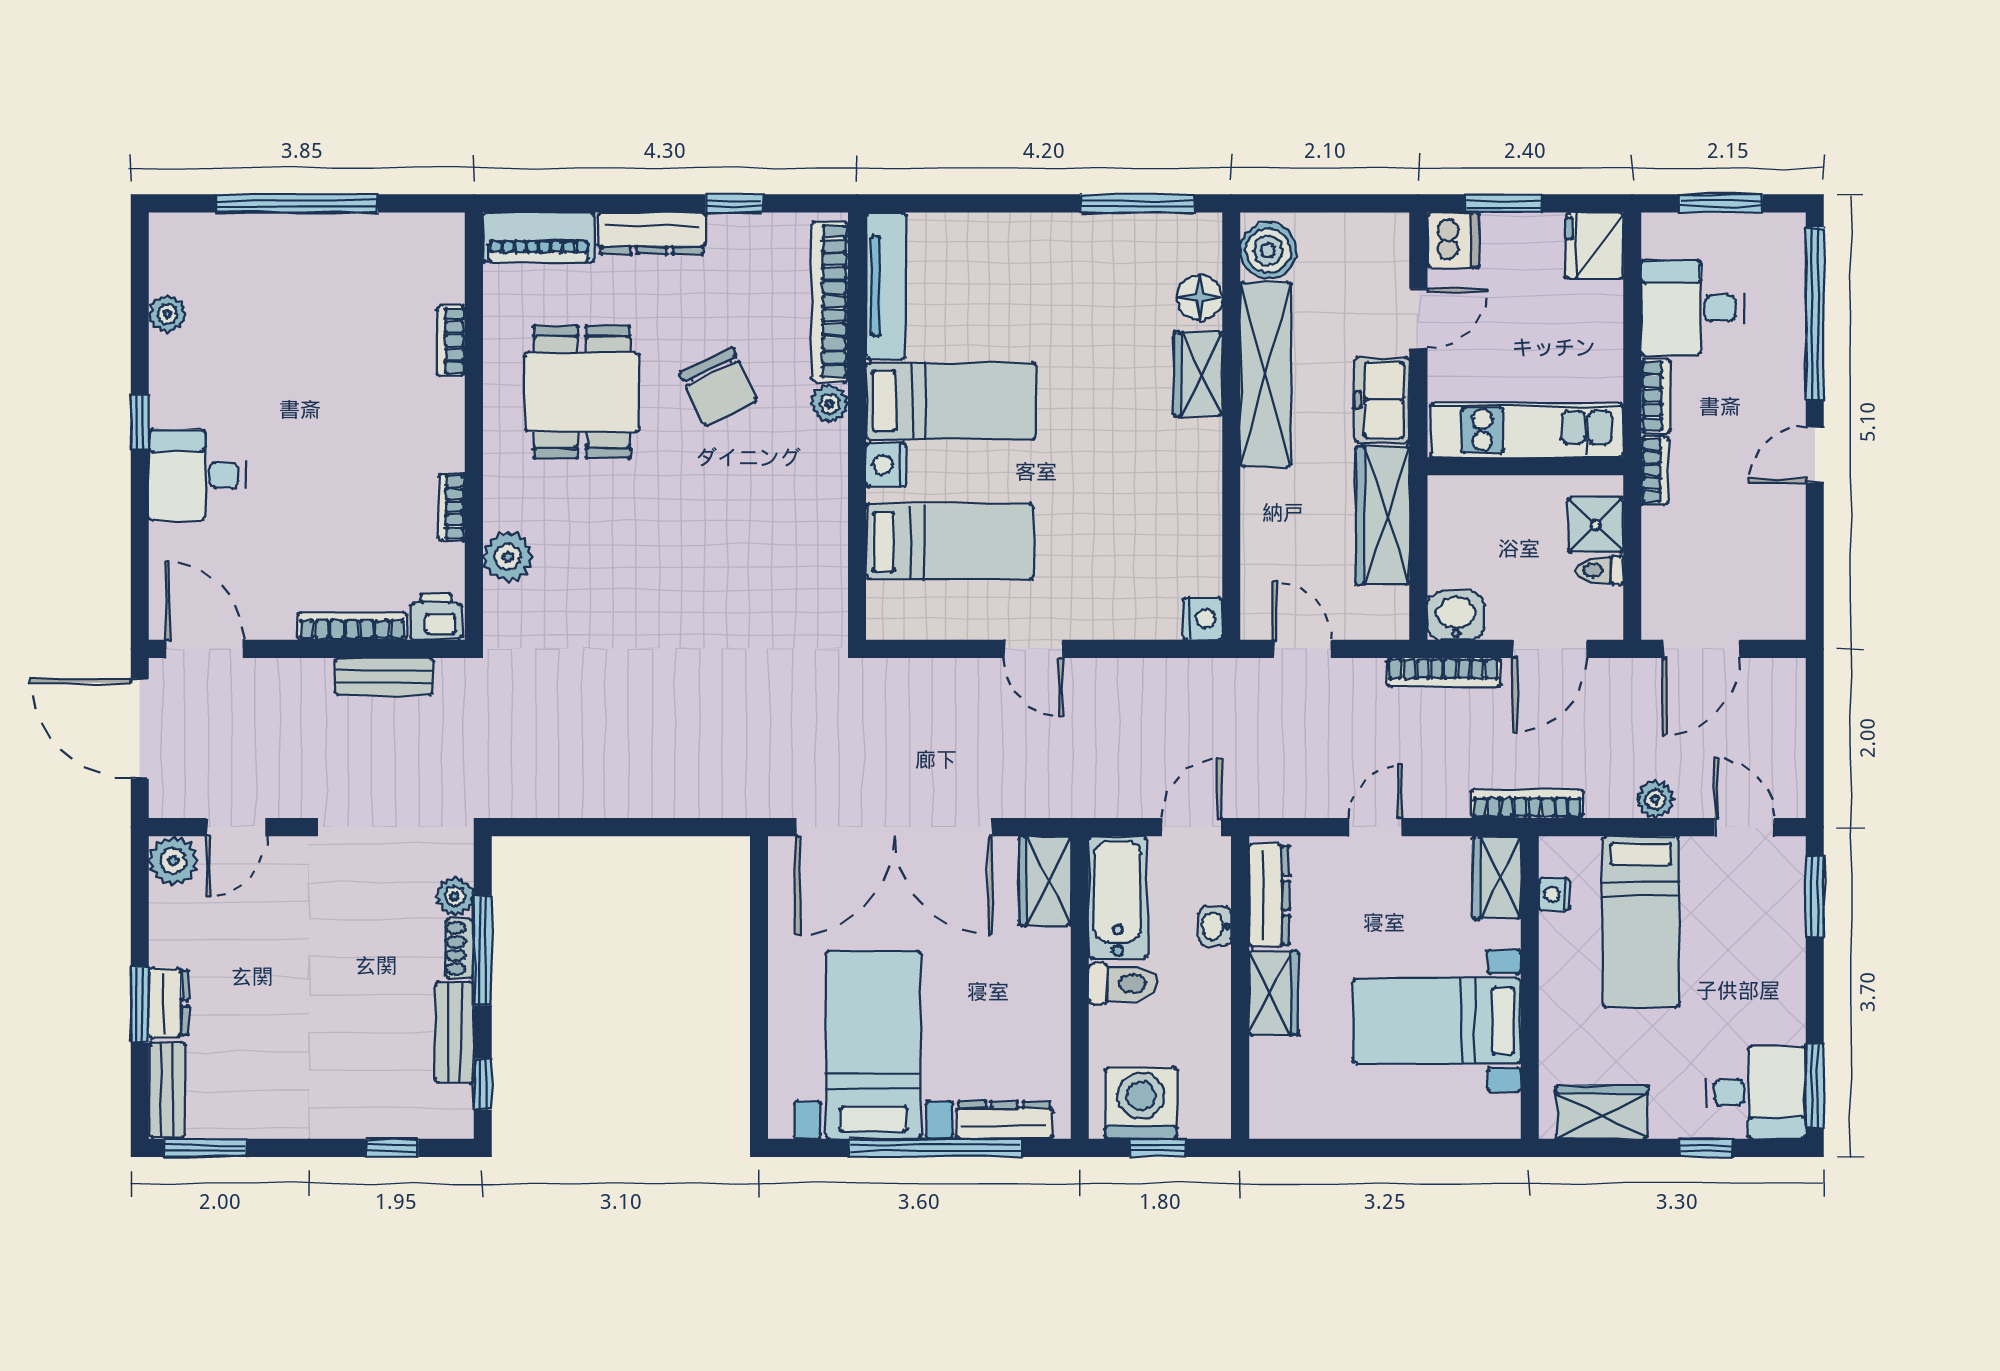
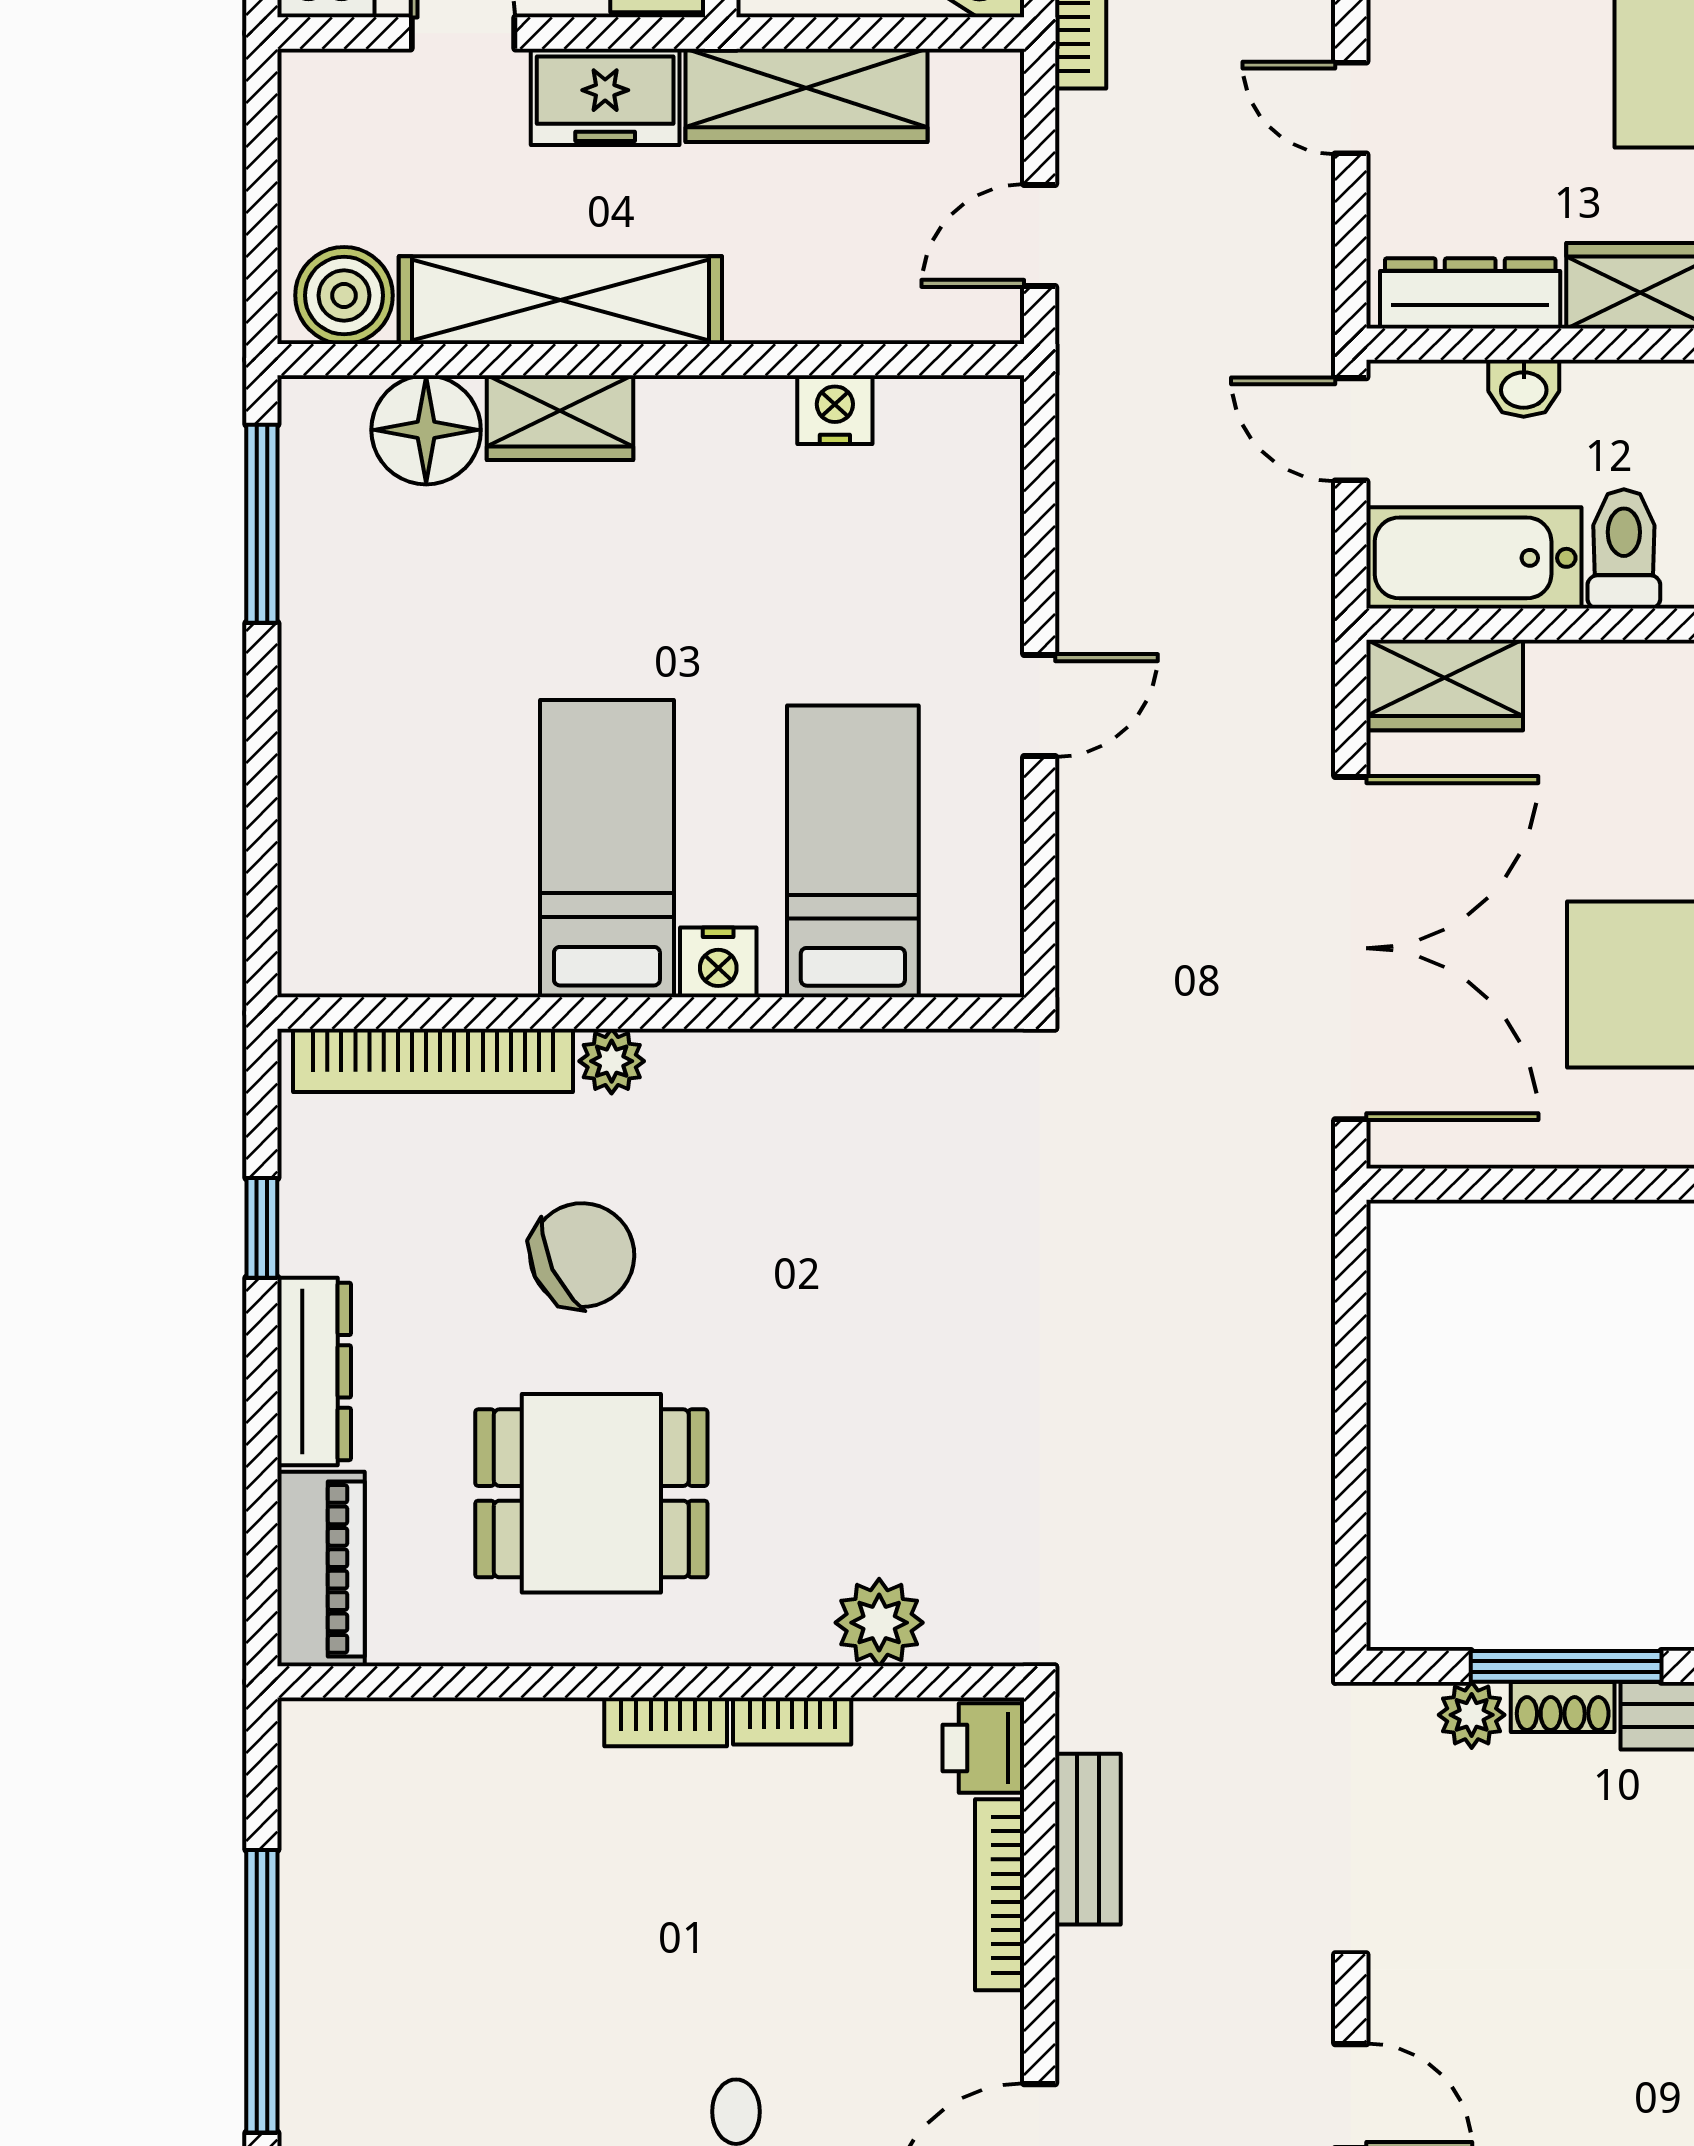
tv unit: (886, 286) -> (406, 963), removed
floor lamp: (1200, 297) -> (426, 430), width x1.38, depth x1.38
bookcase: (451, 341) -> (666, 1722), moved
nightstand: (1203, 619) -> (835, 410), moved

